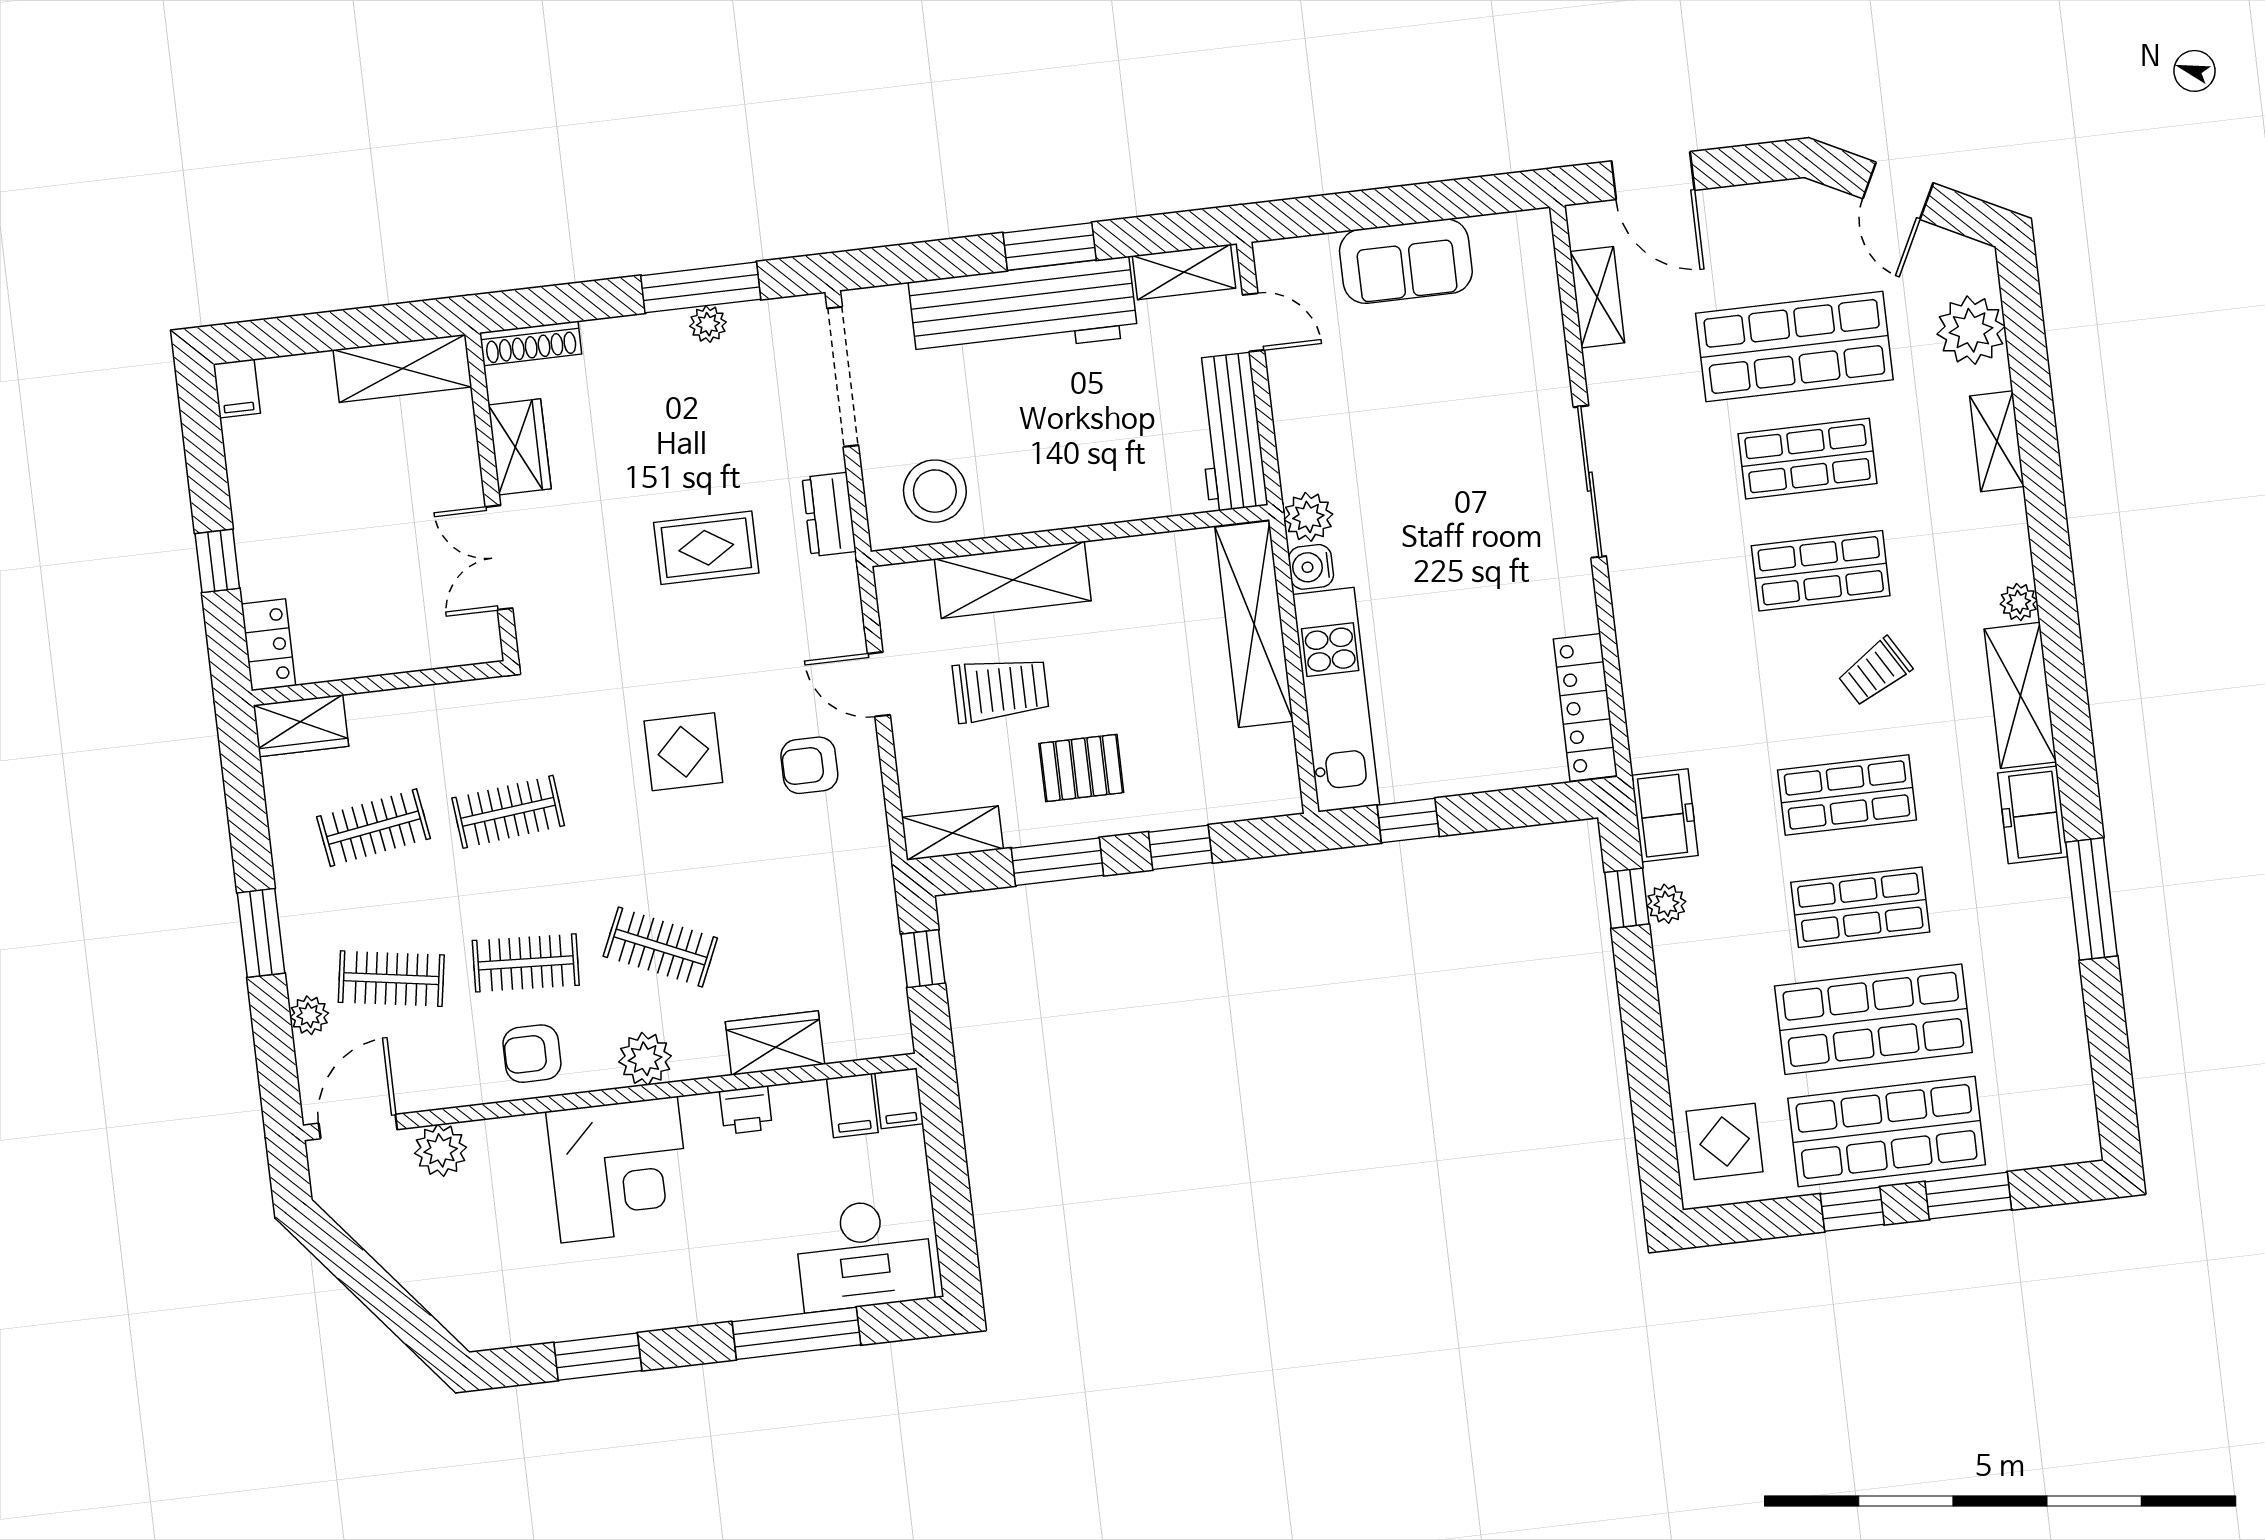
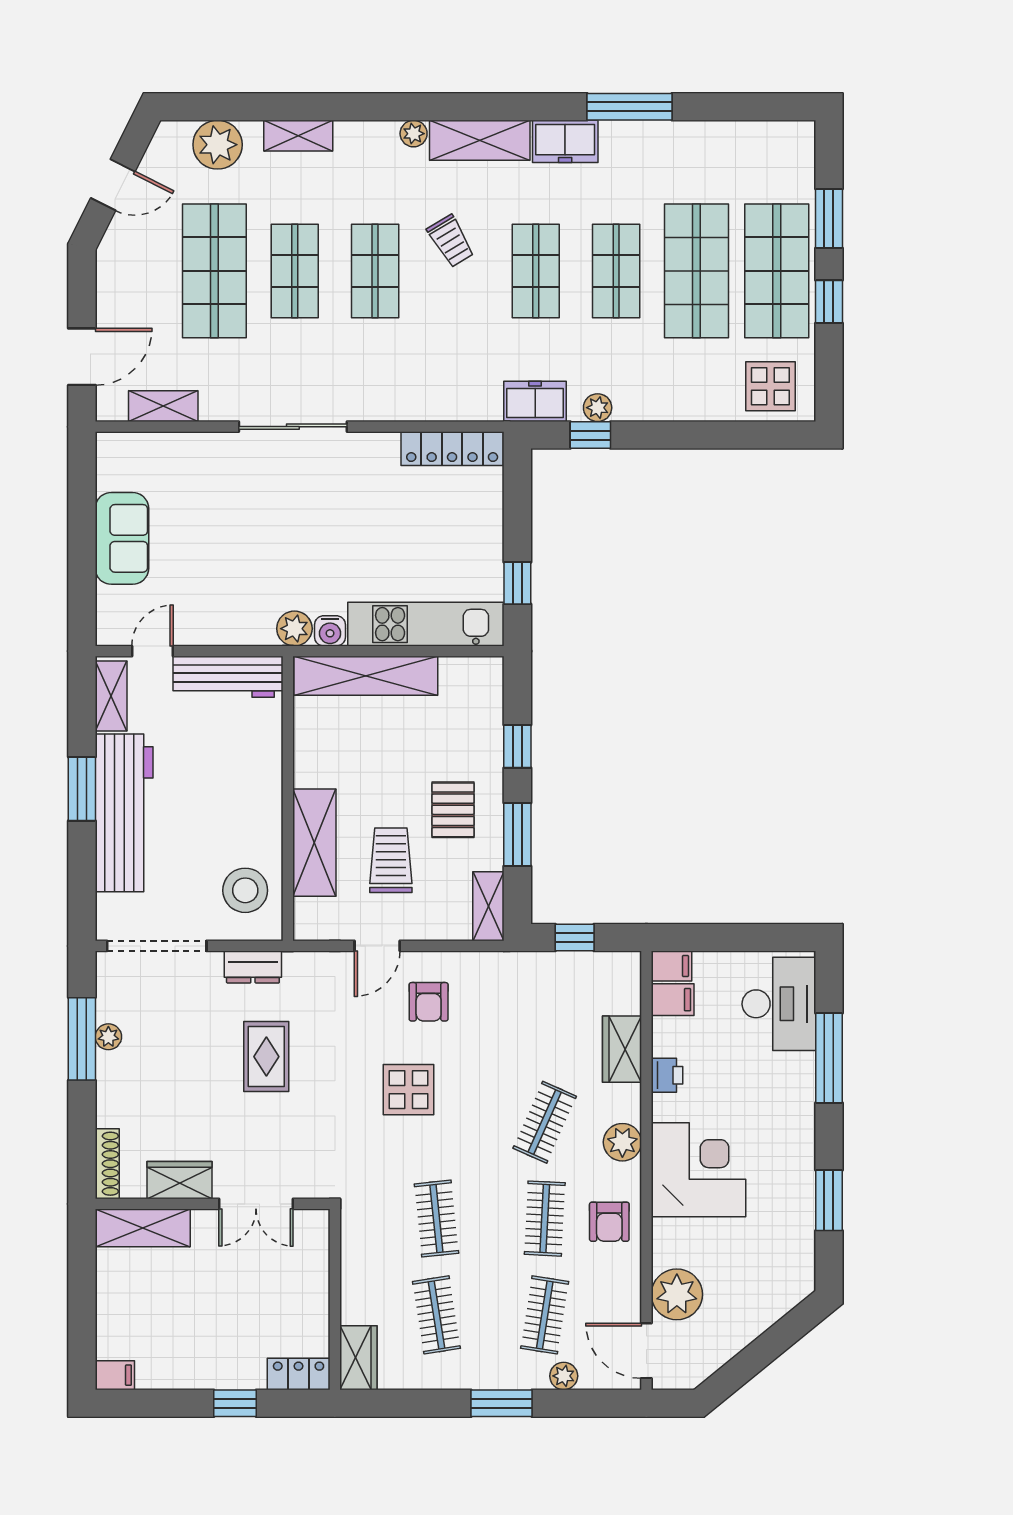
shelving: (402, 368) -> (143, 1228), moved, turned 90
plant: (441, 1150) -> (677, 1294), width x1.36, depth x1.36

